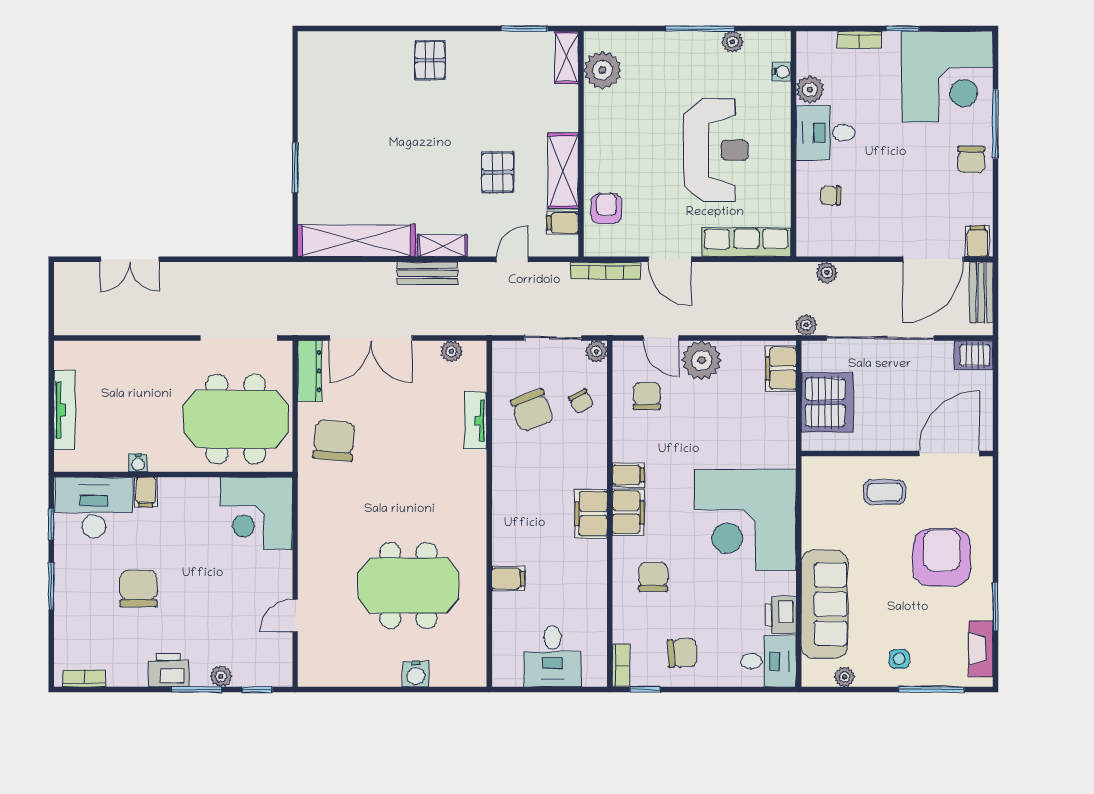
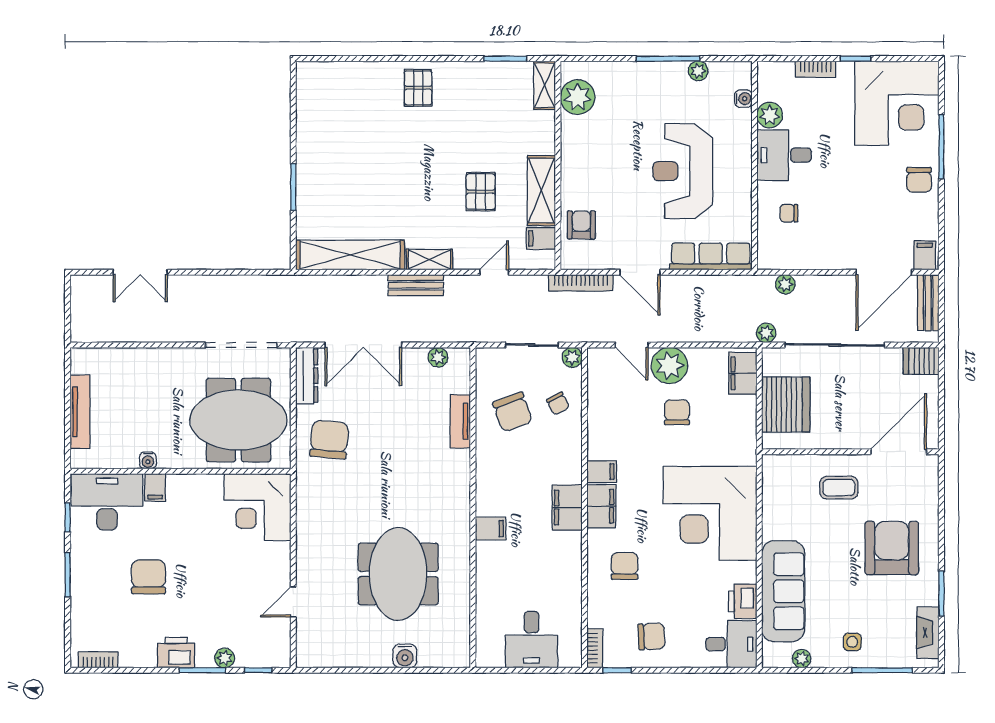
reception desk: (716, 150) -> (683, 171), turned 180
chair: (647, 396) -> (677, 412), moved
filing cabinet: (508, 579) -> (491, 529), moved
meeting table: (408, 586) -> (398, 574), turned 90

